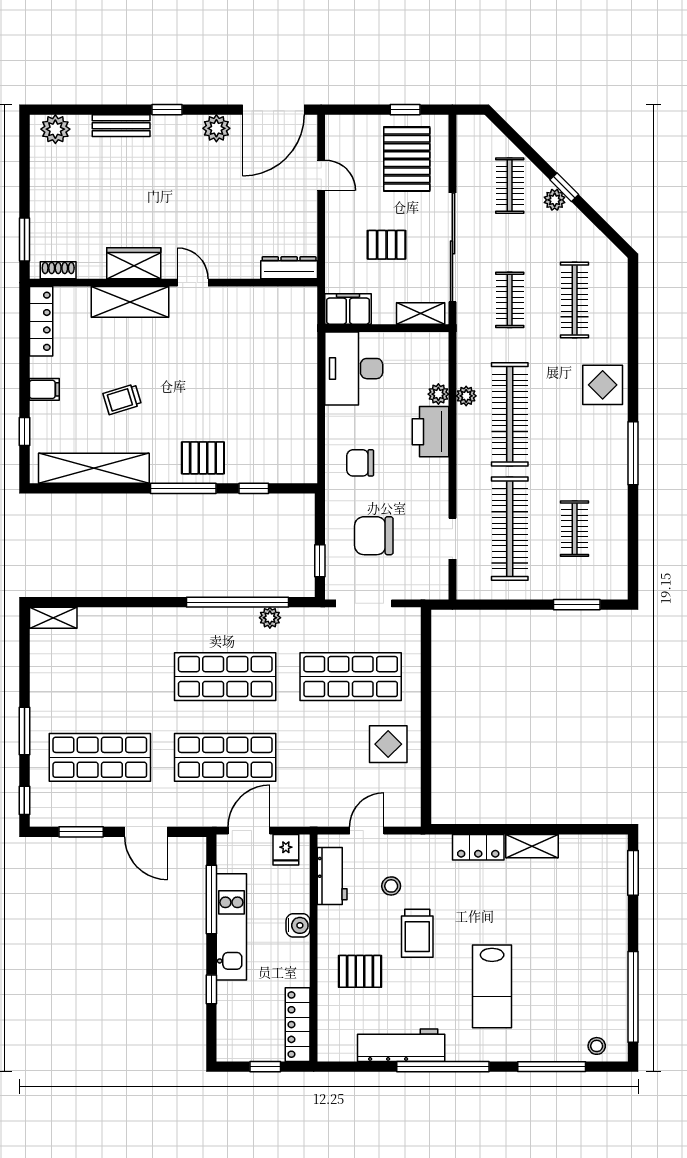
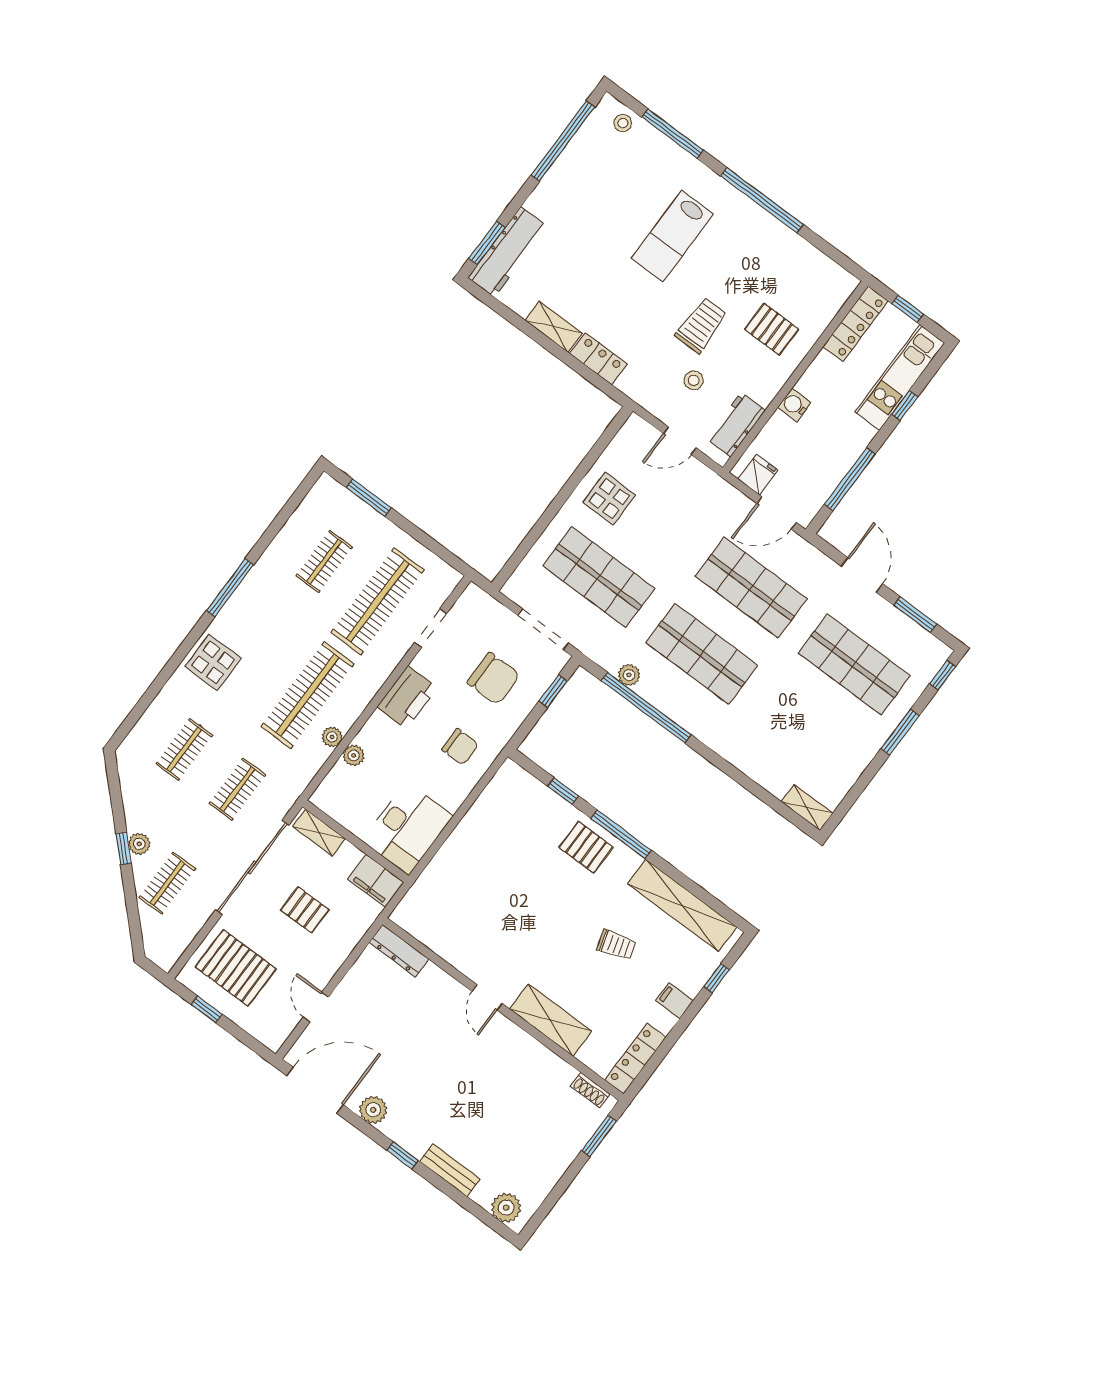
pallet: (407, 159) -> (236, 968), turned 90
wardrobe: (134, 263) -> (524, 1049), removed
clothes rail: (575, 300) -> (184, 749), width x0.73
printer: (431, 432) -> (407, 697), moved
kitchen unit: (231, 927) -> (900, 378), moved
lab bench: (492, 986) -> (672, 236), turned 180
workbench: (401, 1045) -> (508, 252), moved, turned -90

